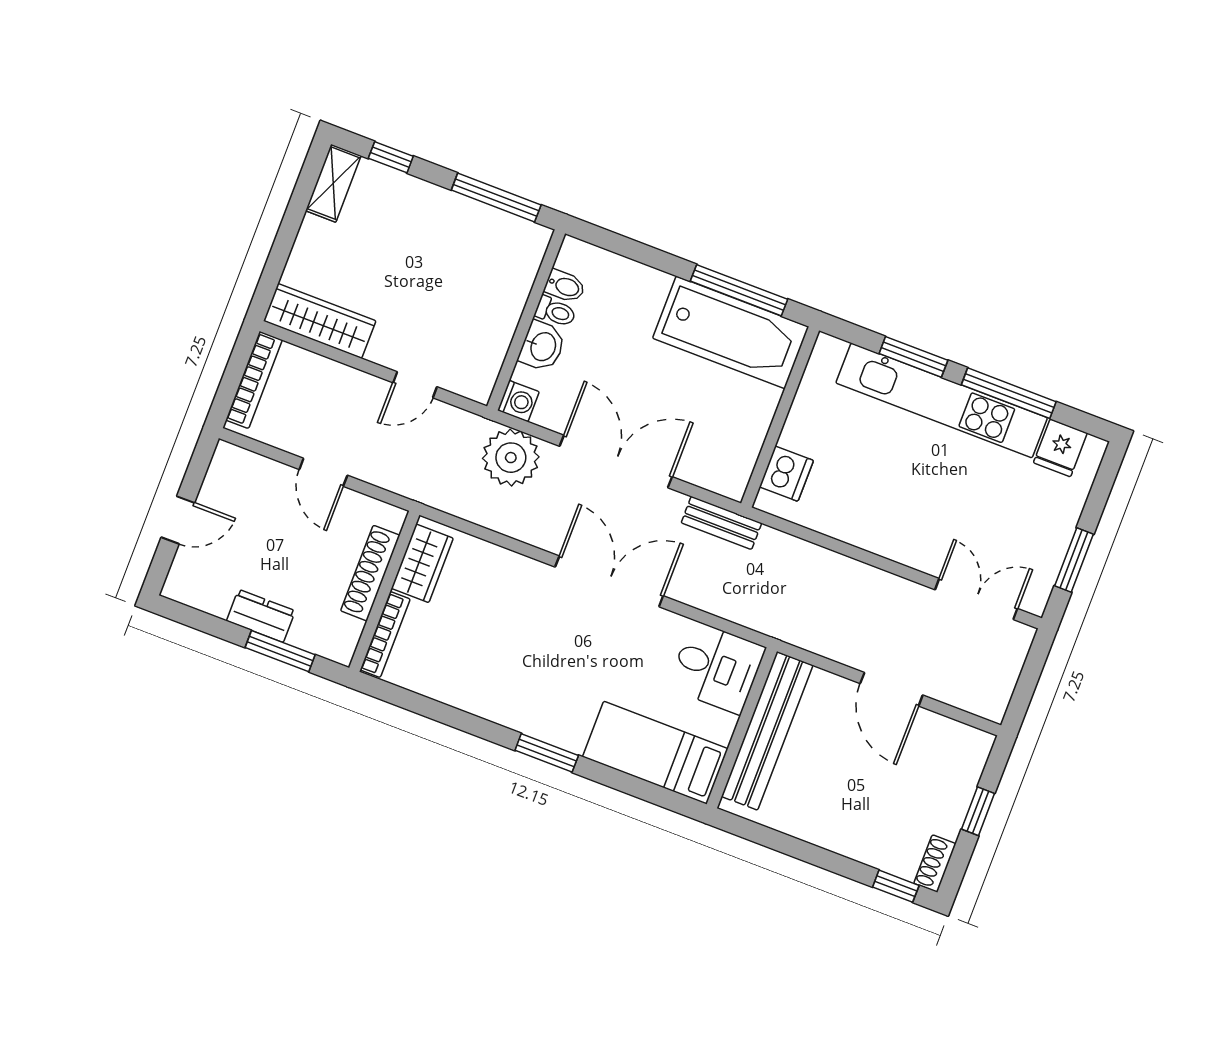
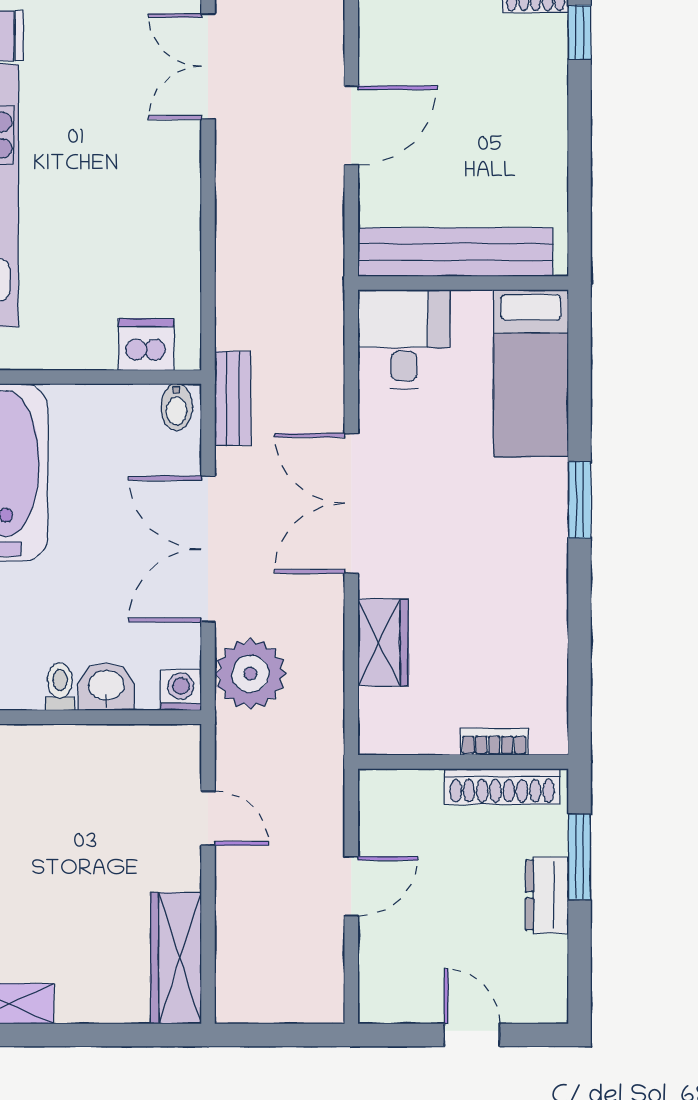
bidet: (565, 286) -> (177, 407), moved, turned 180
bookcase: (254, 380) -> (274, 1009), removed
wardrobe: (422, 563) -> (383, 643), moved, turned 90
shoe rack: (370, 573) -> (502, 786), moved
bookcase: (385, 634) -> (494, 742), width x0.64

